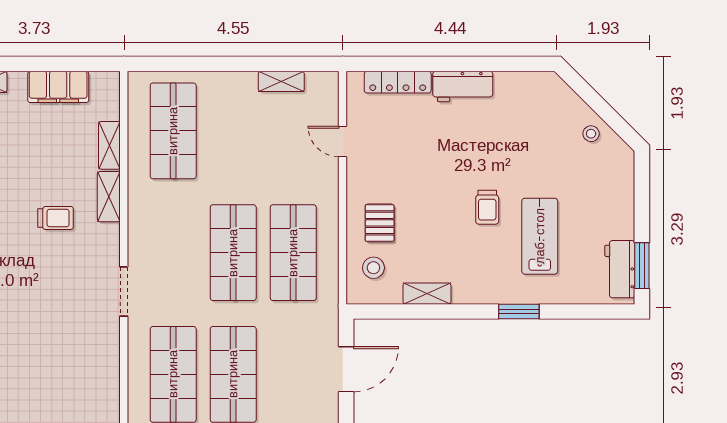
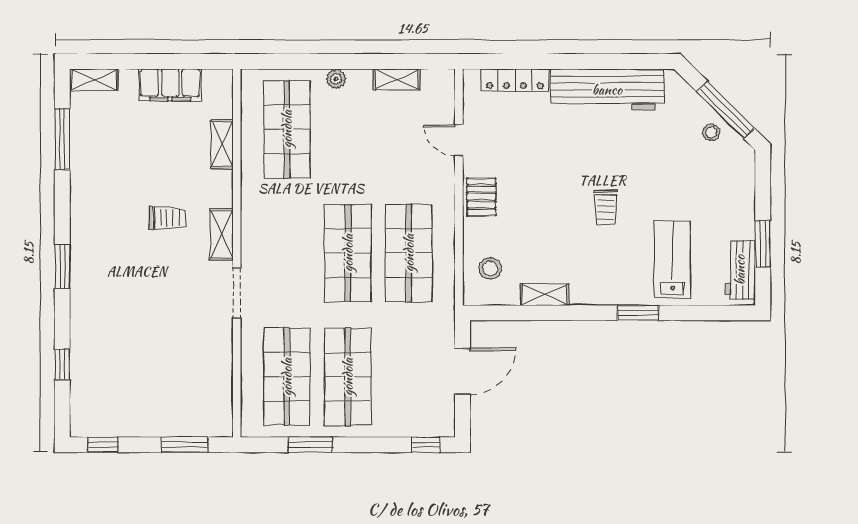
plant: (222, 81) -> (336, 79), added
workbench: (463, 87) -> (607, 90), width x1.88, depth x1.32
window: (605, 112) -> (726, 110), added
shelving: (109, 197) -> (222, 235), moved
pallet: (380, 223) -> (481, 197), moved
lab bench: (540, 236) -> (672, 259), moved
window: (642, 266) -> (763, 244), moved

